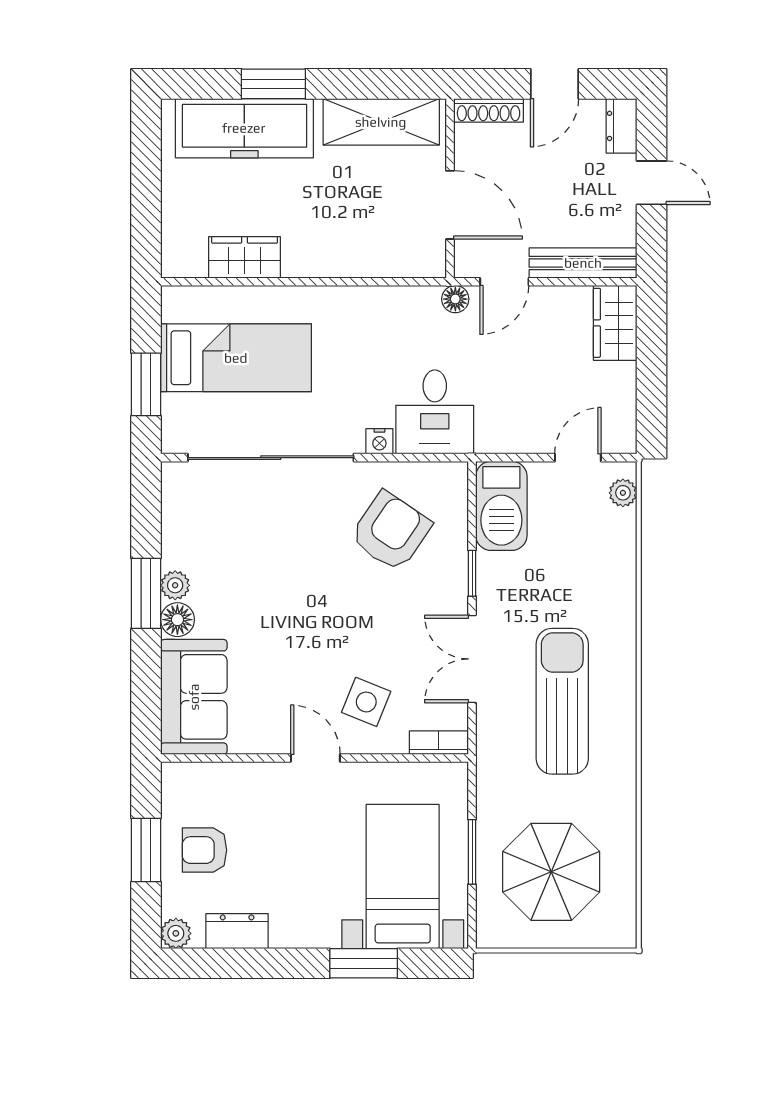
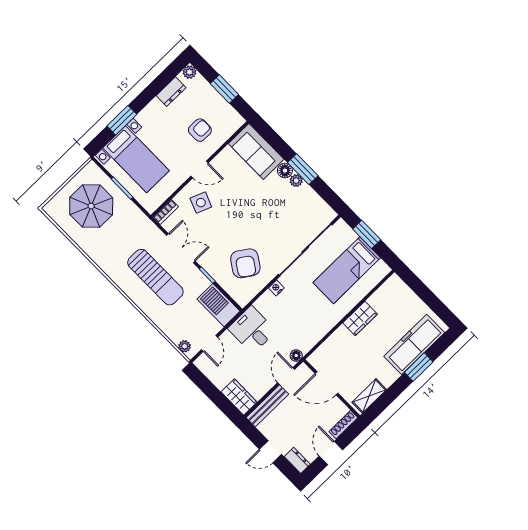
shelving: (381, 122) -> (369, 396), width x0.67, depth x0.75
wardrobe: (245, 257) -> (360, 318), moved
desk: (435, 412) -> (252, 330), moved
sun lounger: (562, 701) -> (155, 277), moved
armchair: (204, 850) -> (200, 130), moved

